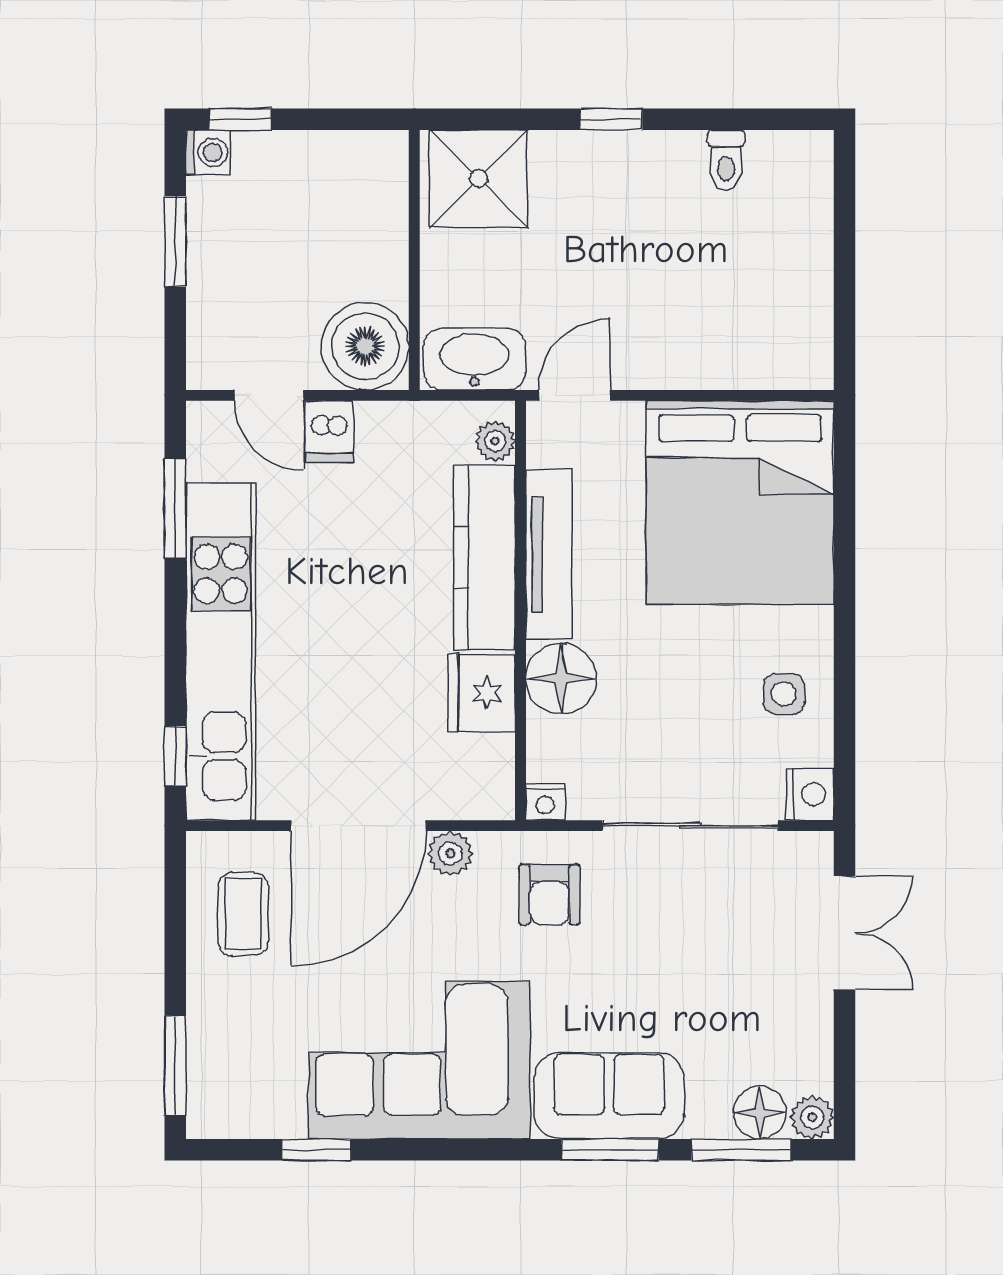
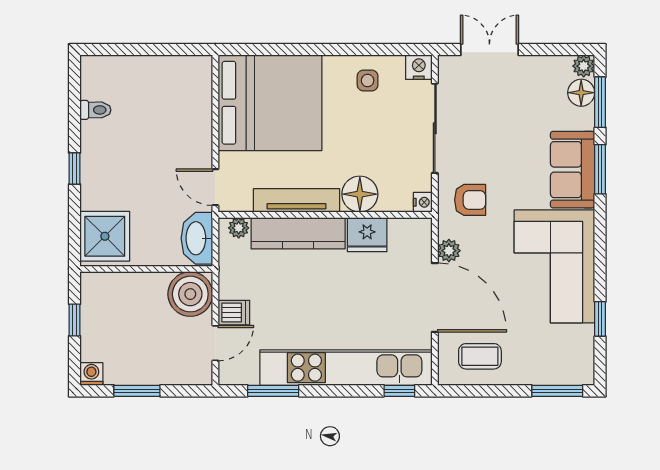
window: (240, 119) -> (75, 320), moved

